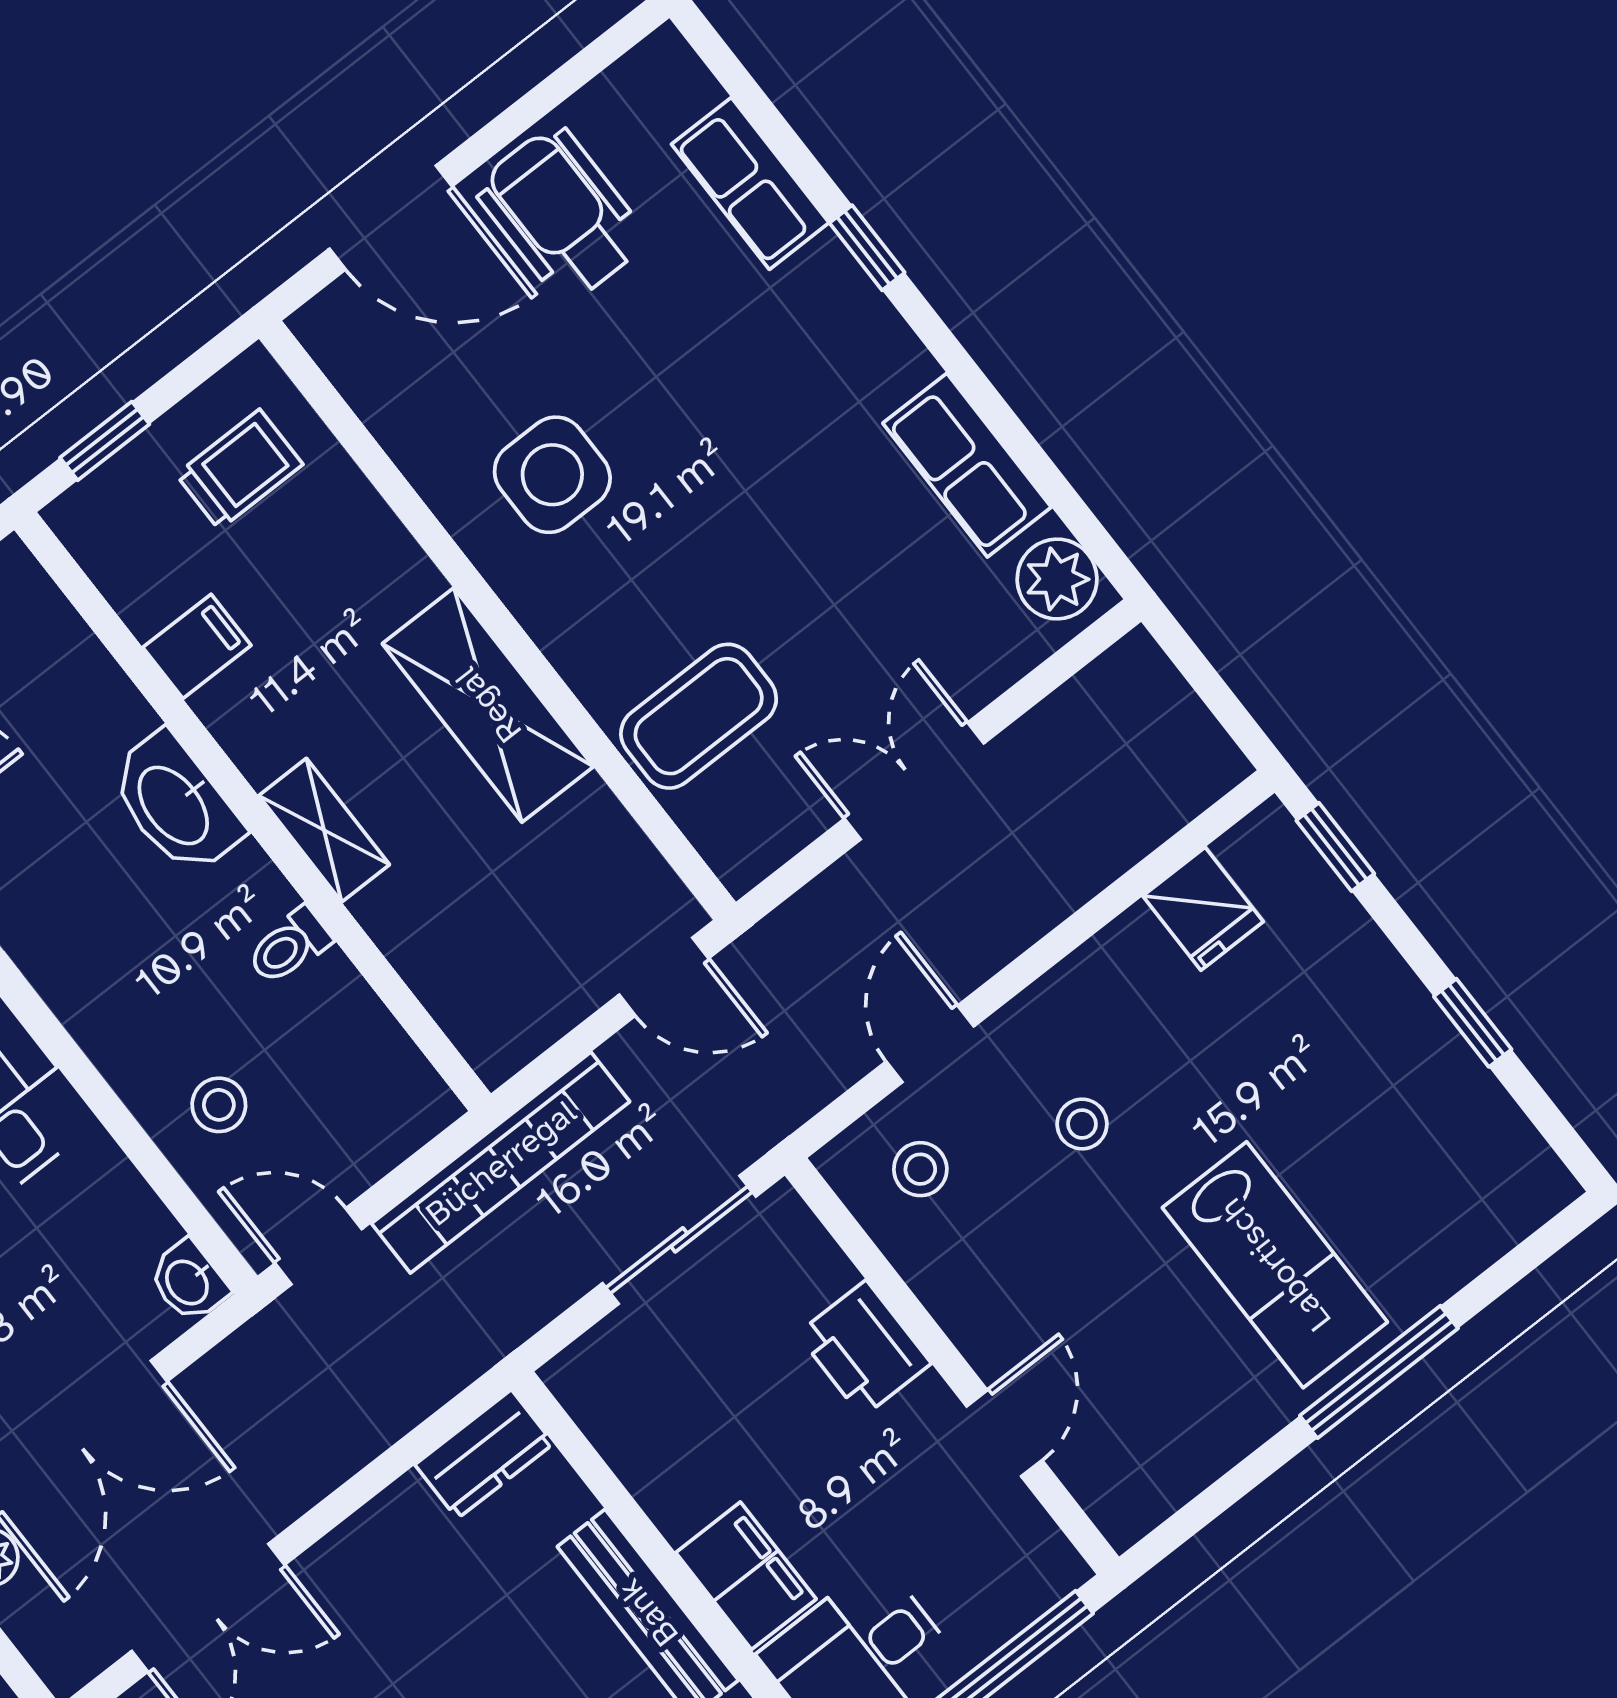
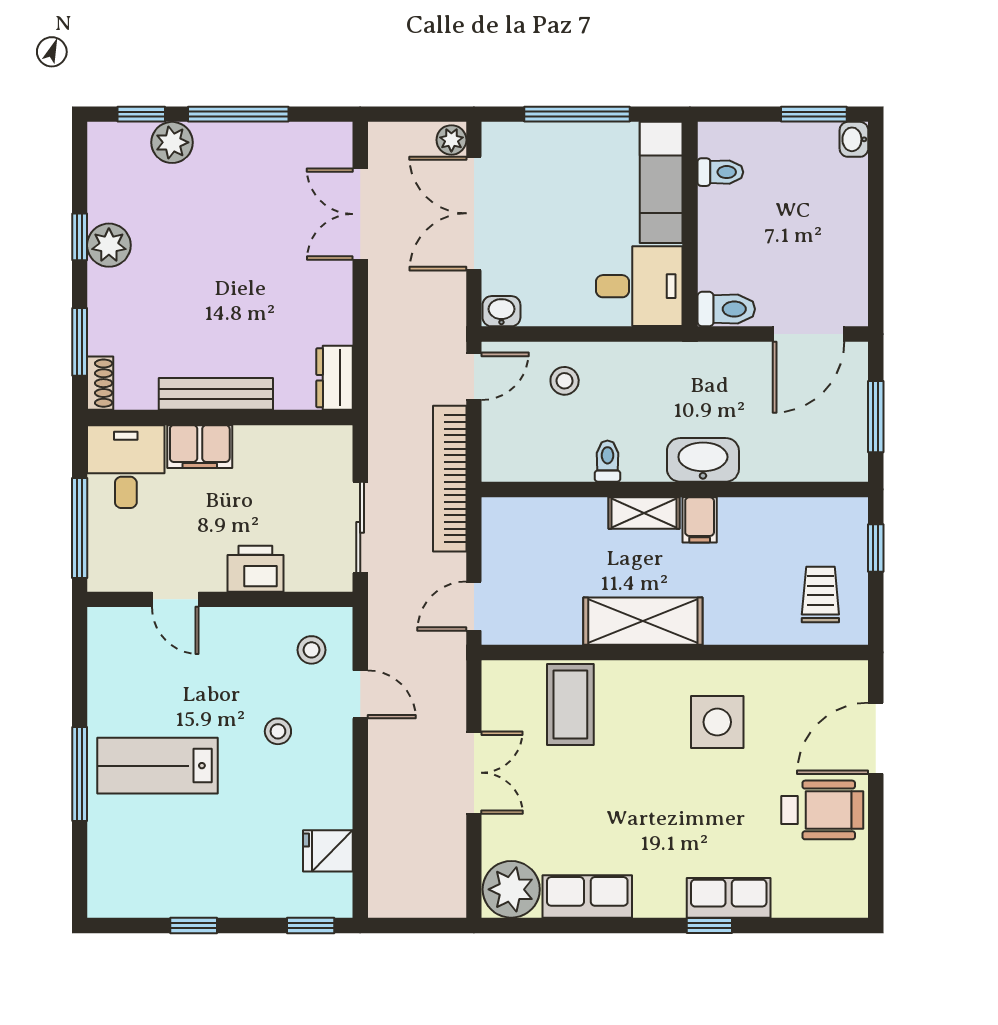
row of seats: (750, 183) -> (729, 898), moved
trolley: (239, 469) -> (820, 594), turned 180
plant: (1057, 579) -> (511, 889), width x1.36, depth x1.36
filing cabinet: (197, 646) -> (700, 520), moved

